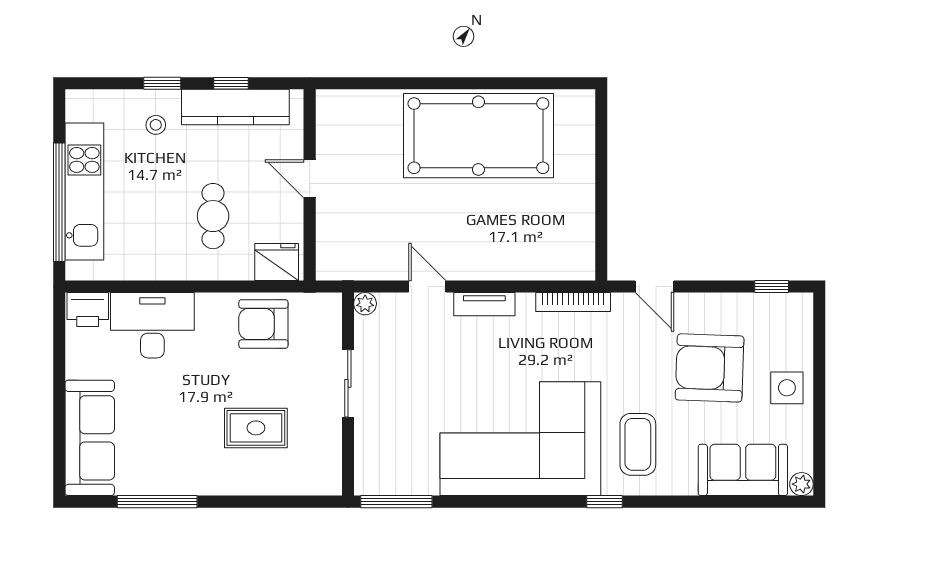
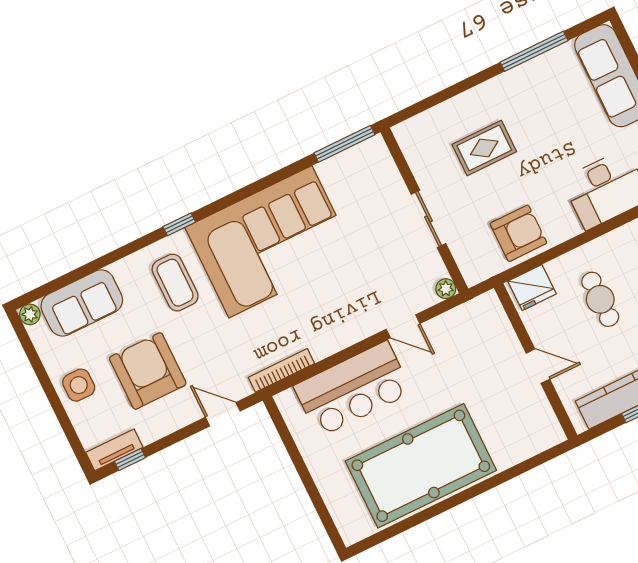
bar counter: (510, 247) -> (353, 389), added
tv unit: (484, 304) -> (114, 450), moved
armchair: (710, 368) -> (148, 371), turned -92

